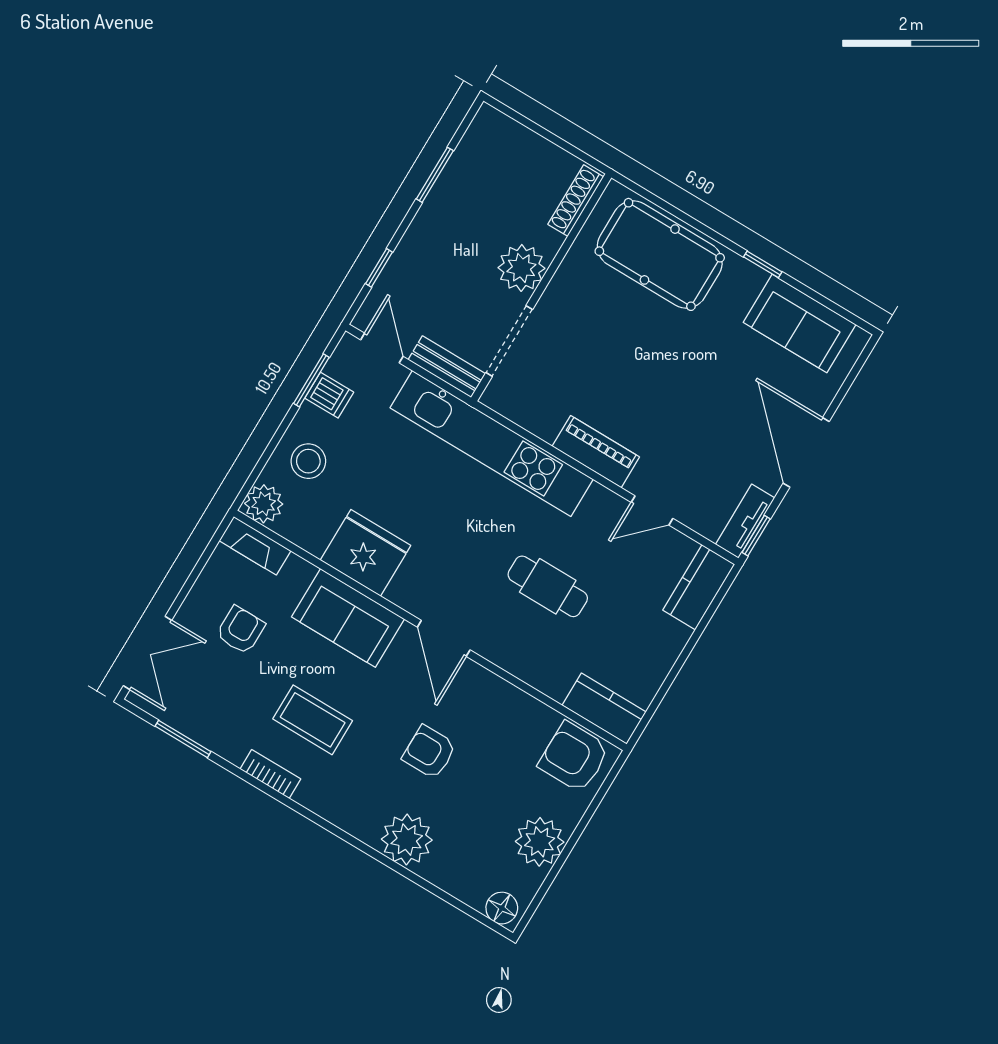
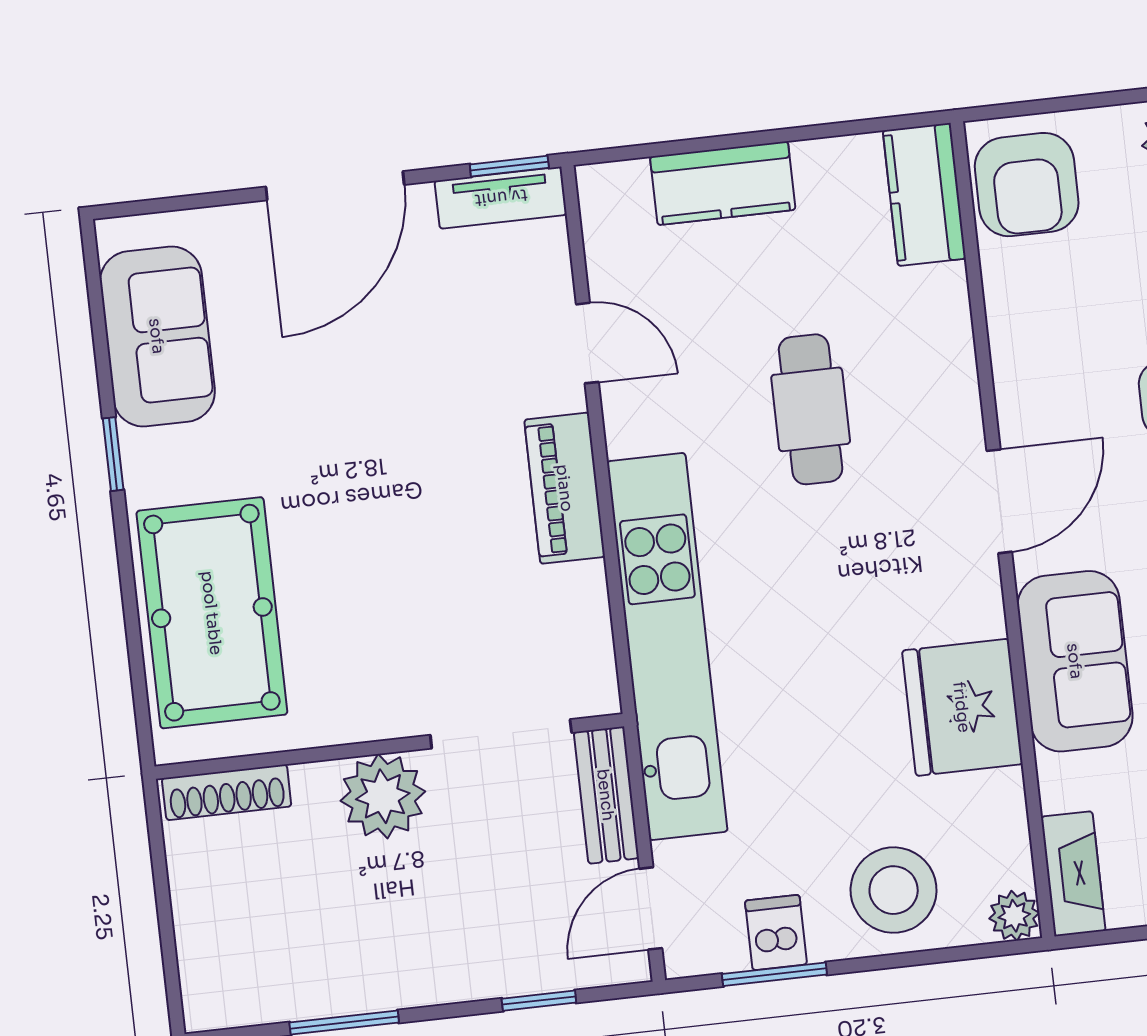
stool: (308, 461) -> (894, 890), width x1.38, depth x1.38
plant: (264, 504) -> (1014, 916), width x0.73, depth x0.73
kitchen counter: (699, 587) -> (723, 183), moved

